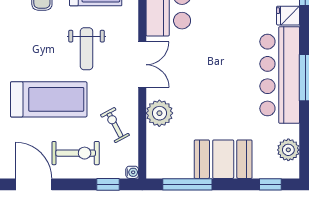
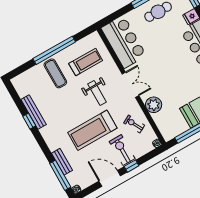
treadmill: (49, 99) -> (92, 130), turned 180
exercise bike: (76, 153) -> (122, 150), turned -90
window: (108, 184) -> (131, 166), moved

